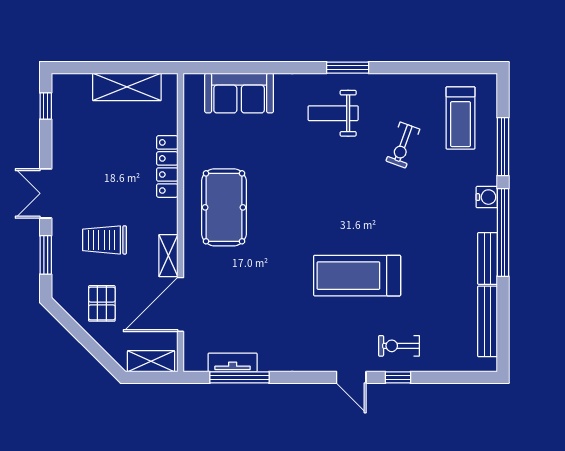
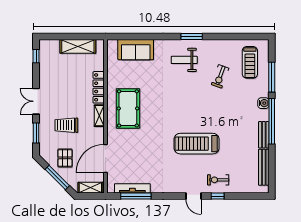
shelving: (168, 256) -> (99, 116), moved
window: (87, 341) -> (57, 177), added
tv unit: (233, 362) -> (132, 188), width x1.41

